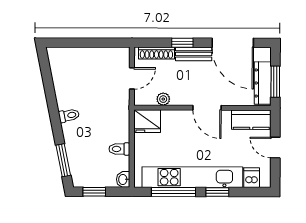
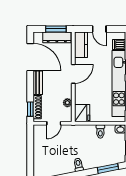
window: (182, 43) -> (30, 109), moved
door: (233, 43) -> (30, 57), hinge flipped
door: (132, 78) -> (54, 123), swing flipped
door: (275, 148) -> (99, 29), hinge flipped

